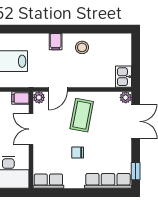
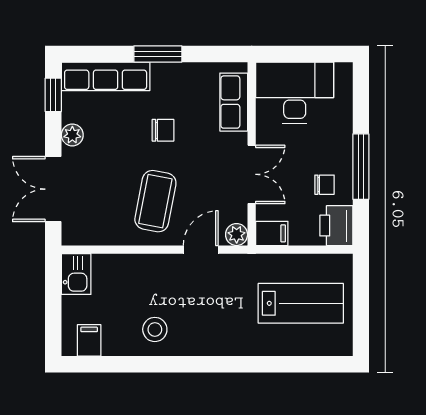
filing cabinet: (56, 42) -> (89, 340), moved
plant: (126, 97) -> (72, 135), moved
row of seats: (48, 181) -> (234, 102), moved, turned 90
window: (80, 193) -> (158, 54), added

